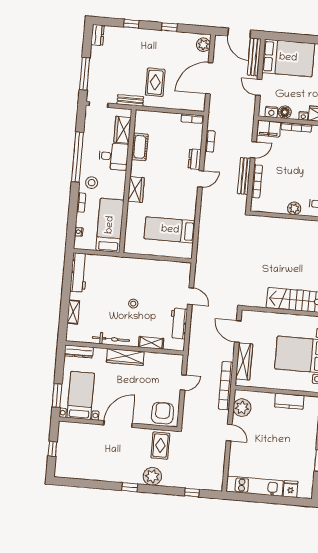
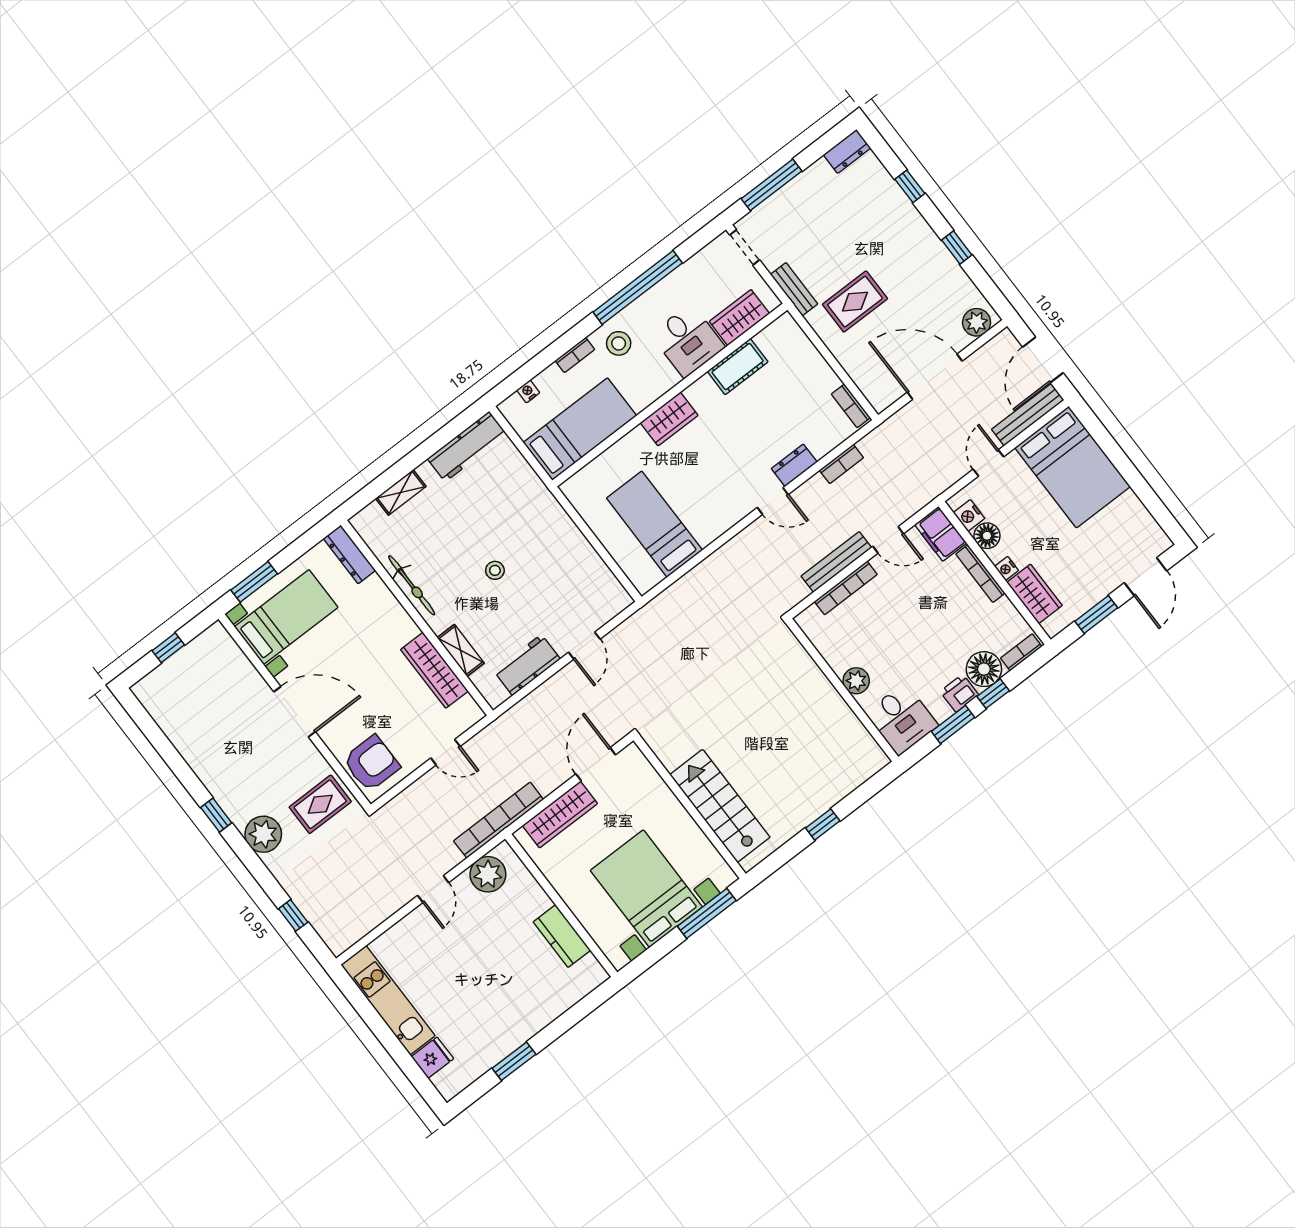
wardrobe: (125, 357) -> (434, 670), moved

